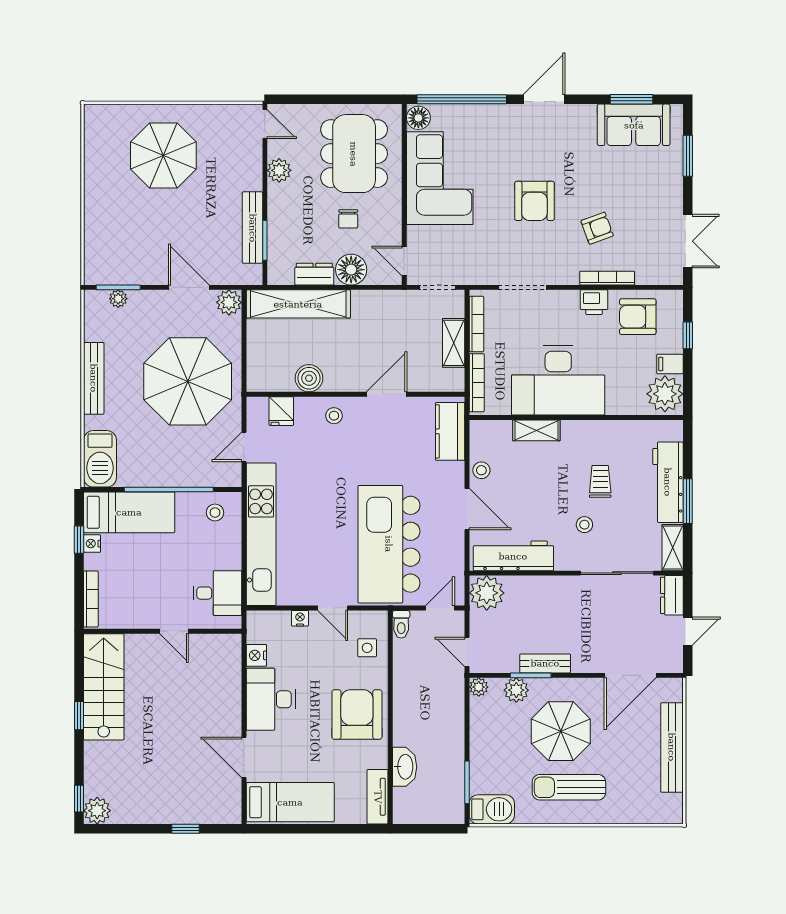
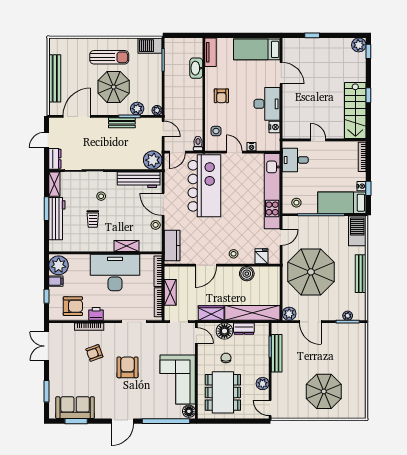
wardrobe: (376, 304) -> (211, 313), added
armchair: (357, 715) -> (221, 96), width x0.53, depth x0.53

